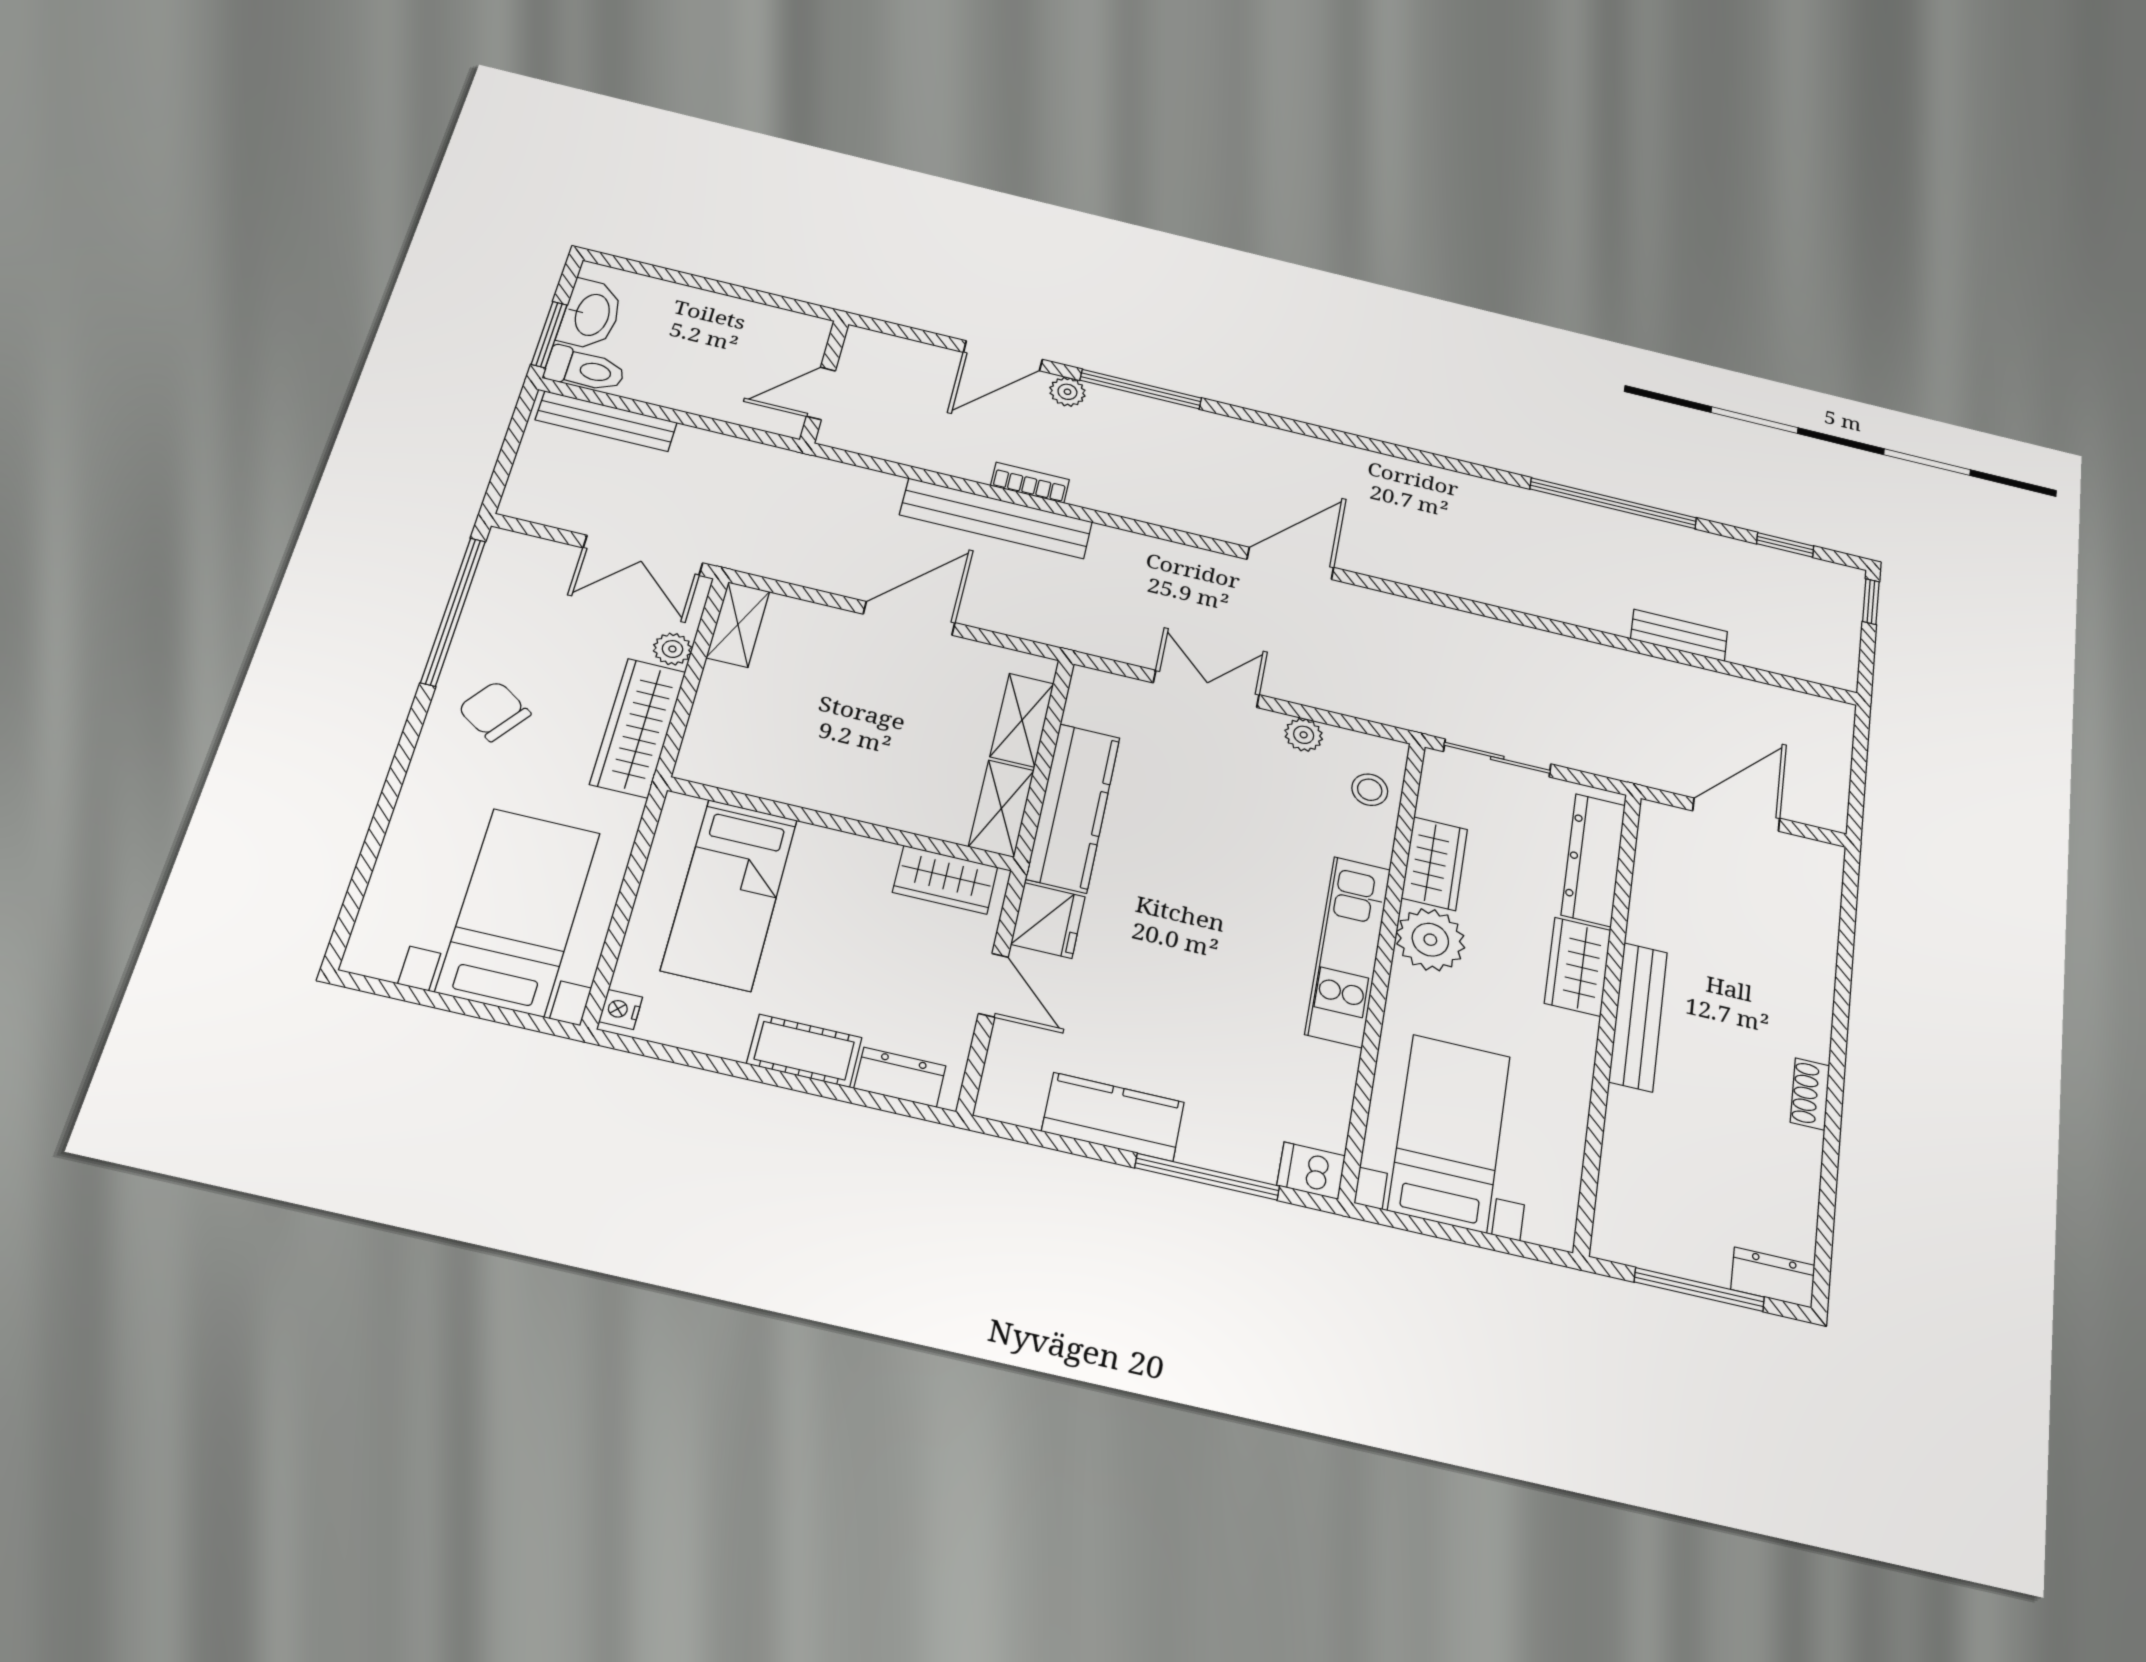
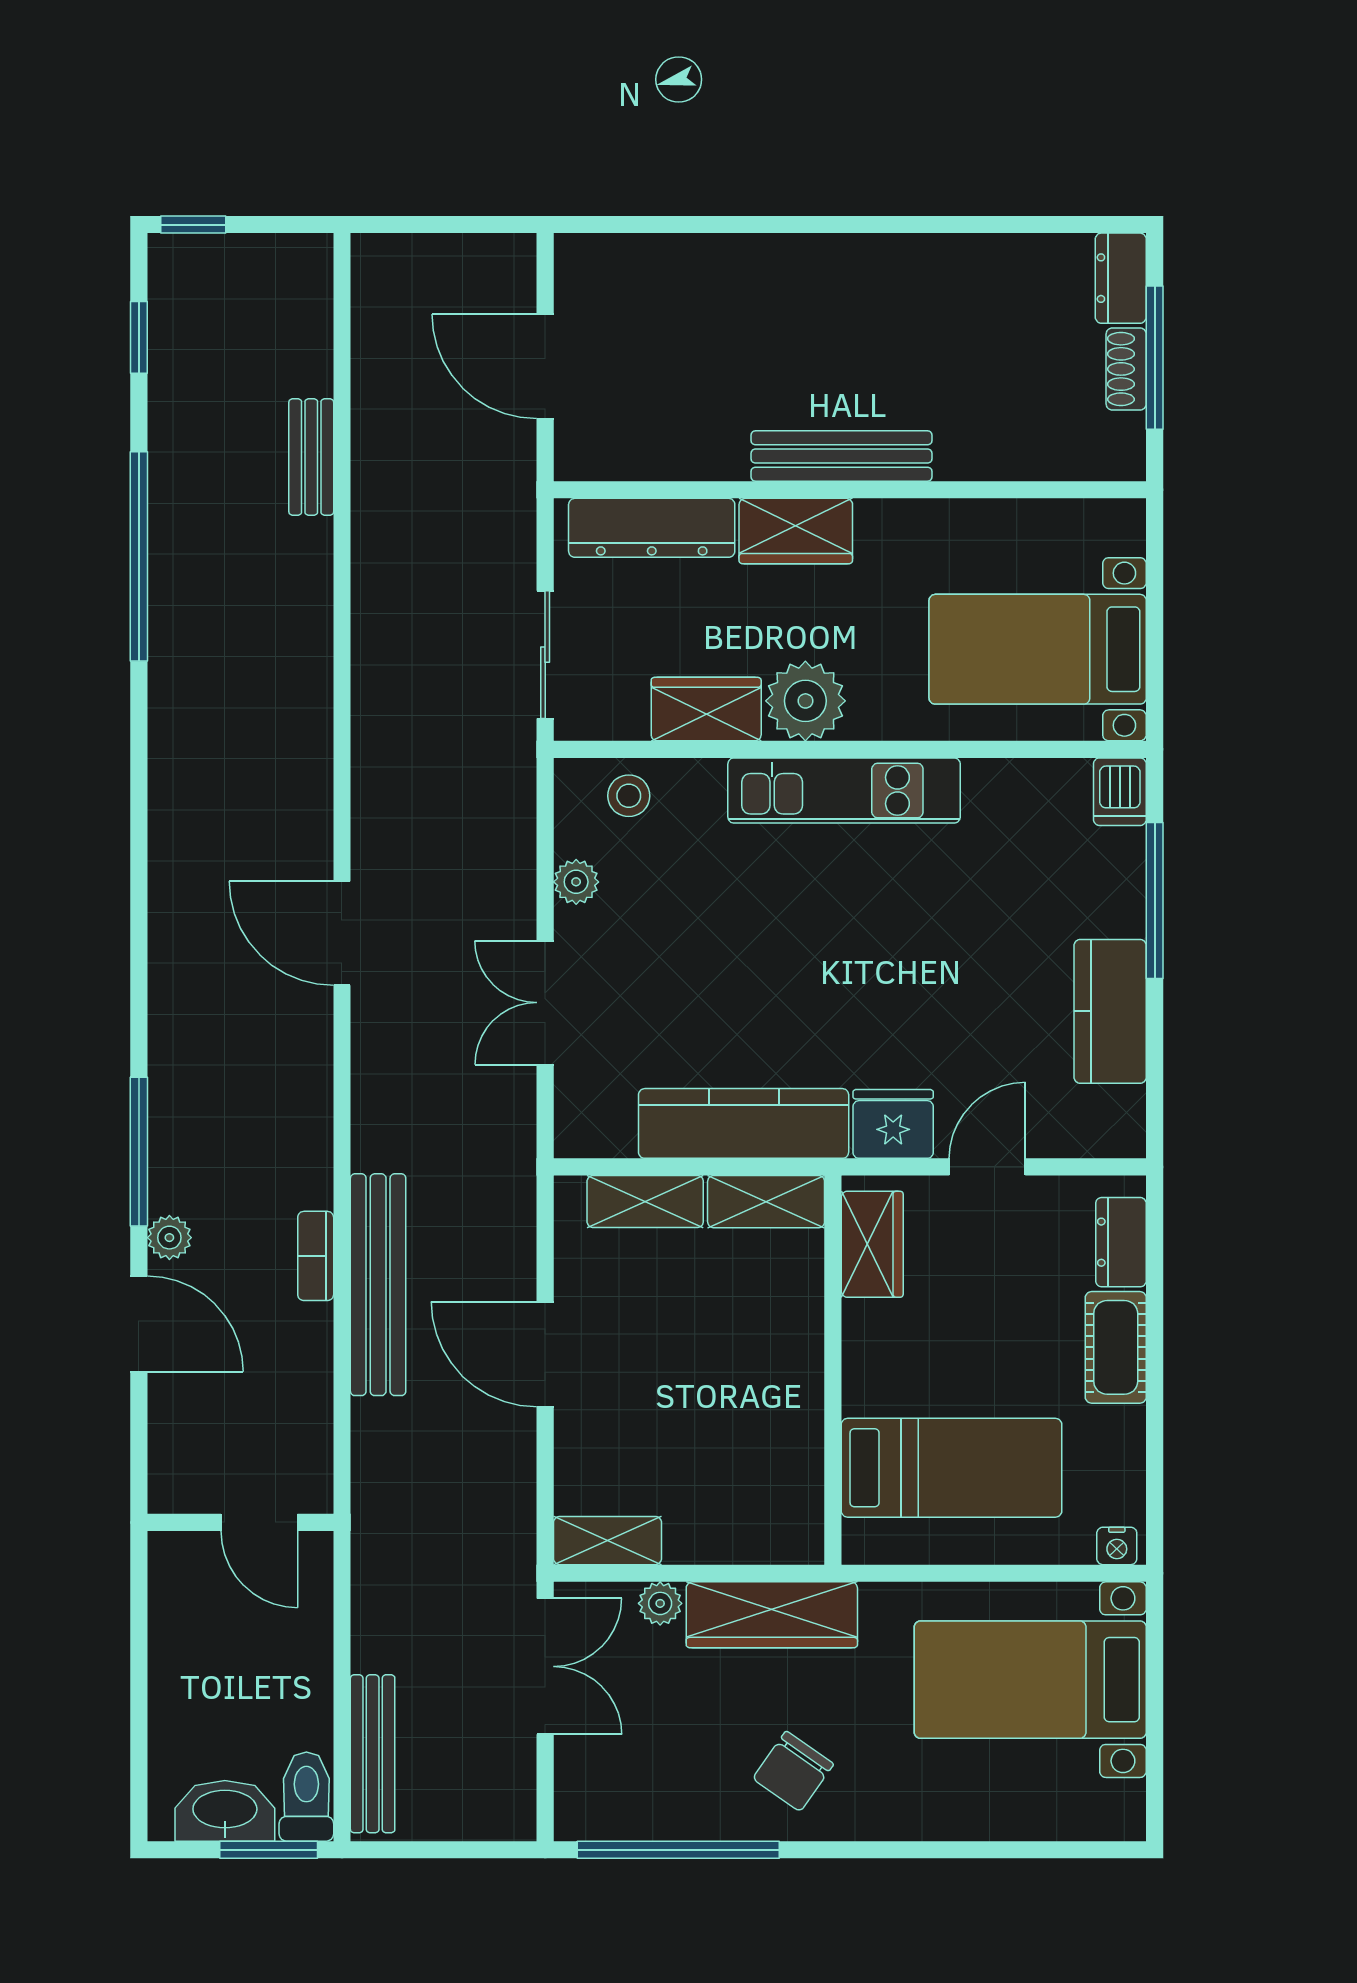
shoe rack: (1810, 1094) -> (1126, 369), moved, turned 90

